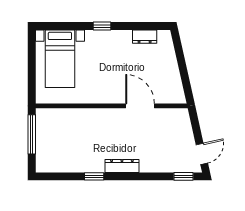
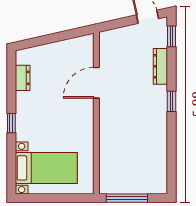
dresser: (122, 166) -> (160, 66), moved
window: (94, 176) -> (171, 101), moved

